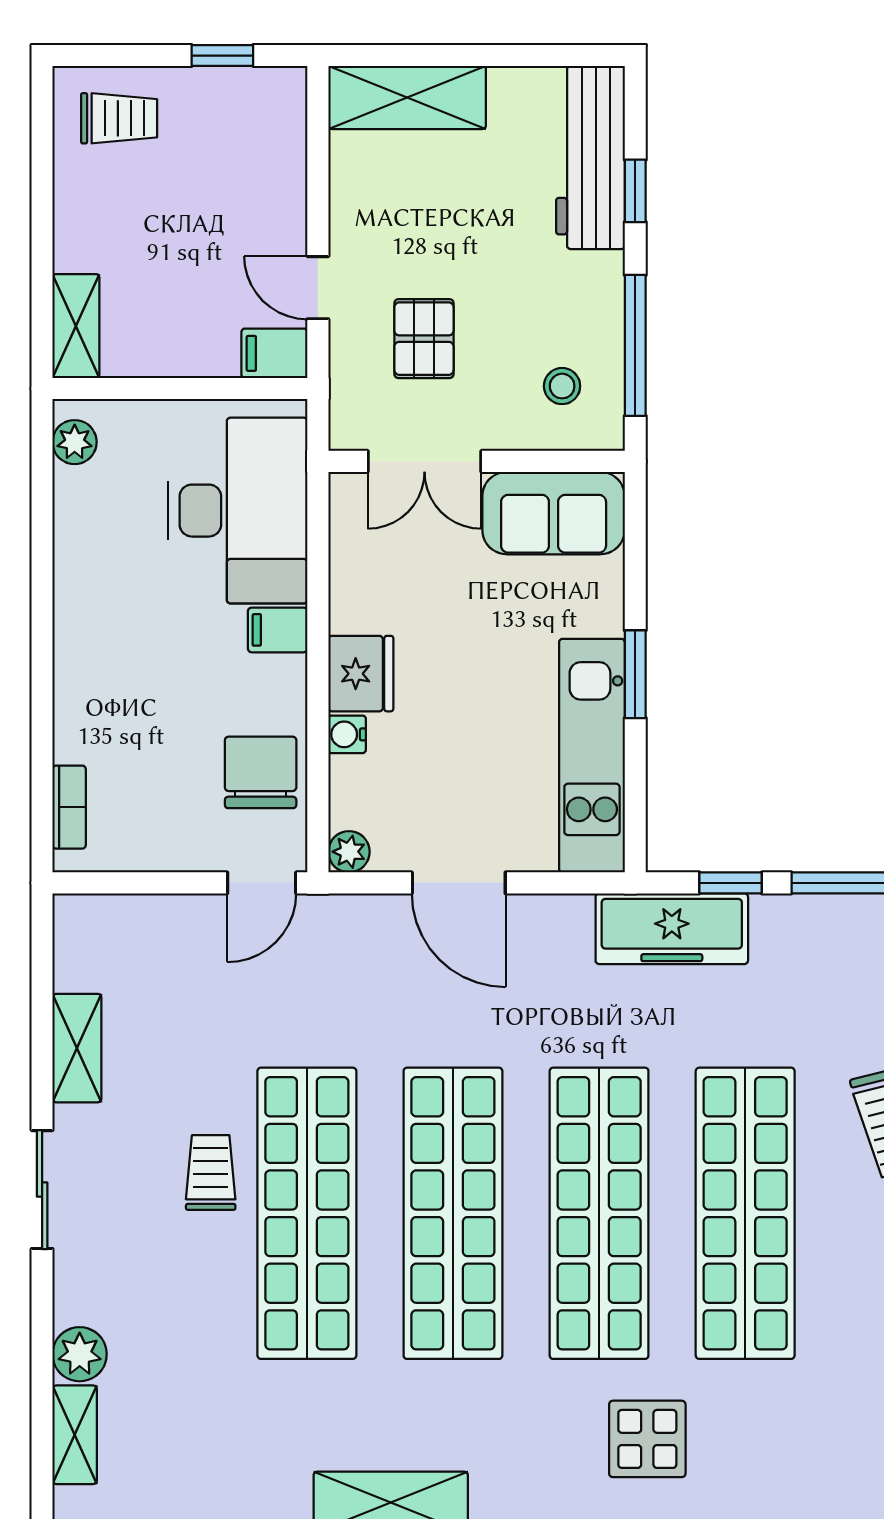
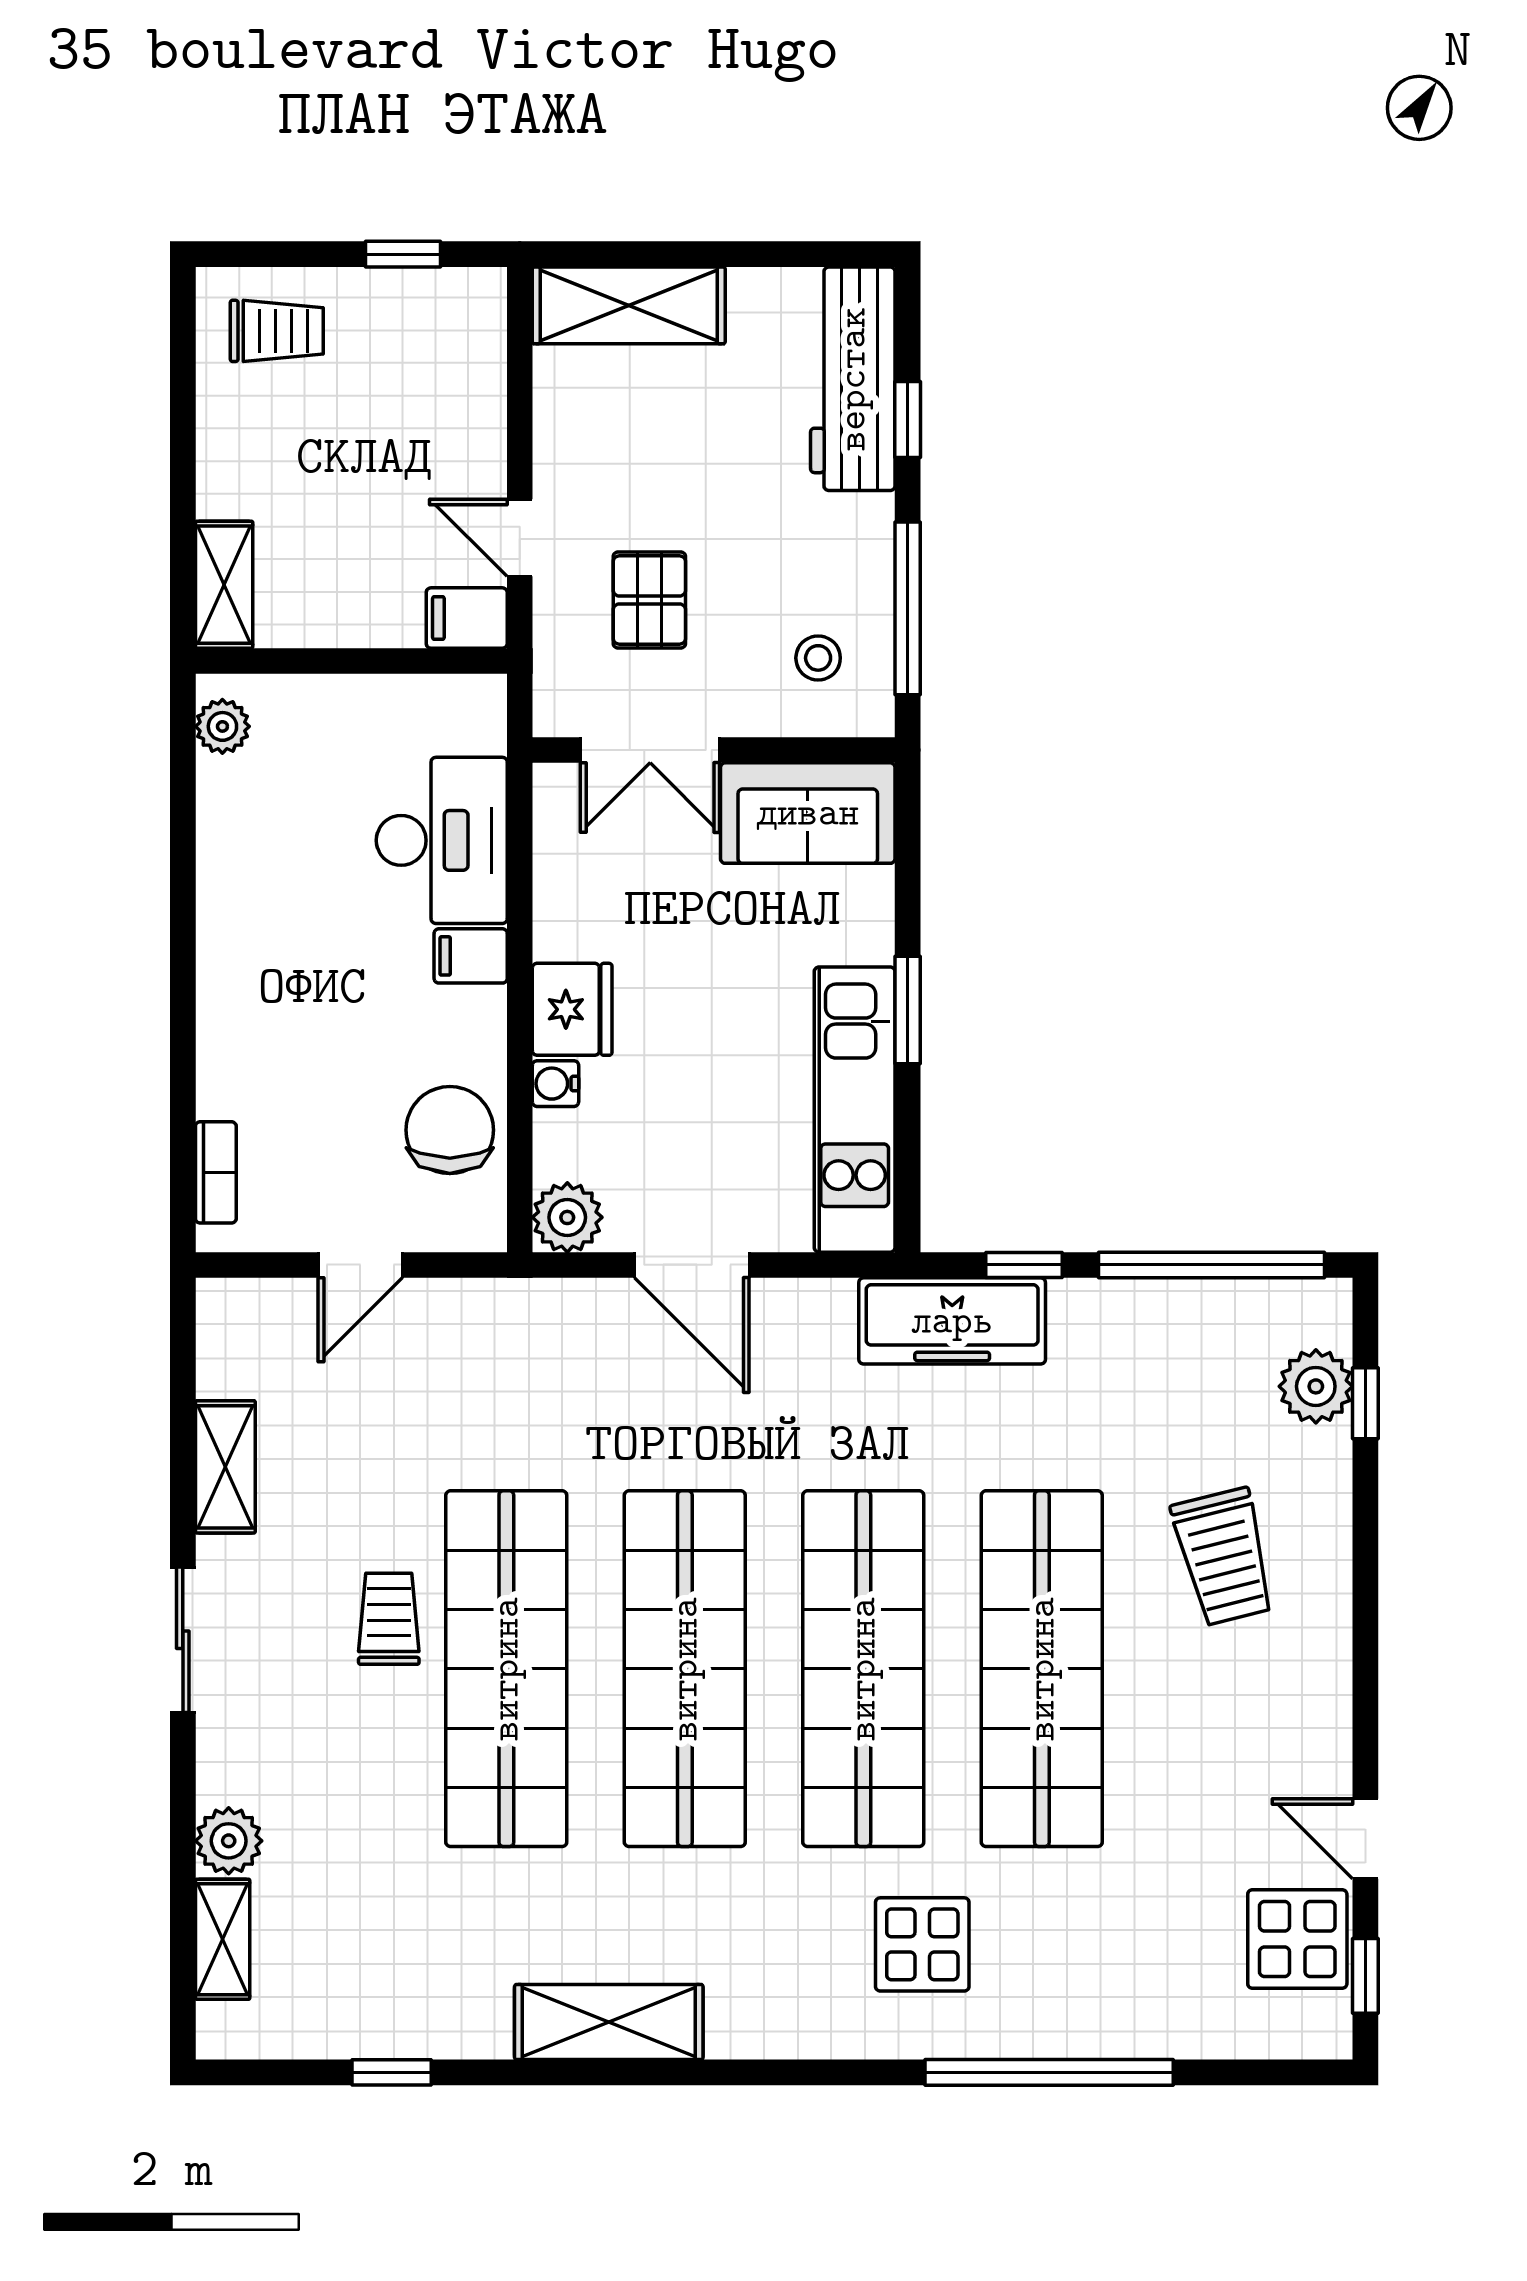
desk: (238, 511) -> (442, 840), width x0.73, depth x0.77
plant: (349, 852) -> (567, 1217), width x1.38, depth x1.38
door: (262, 883) -> (360, 1265), moved

